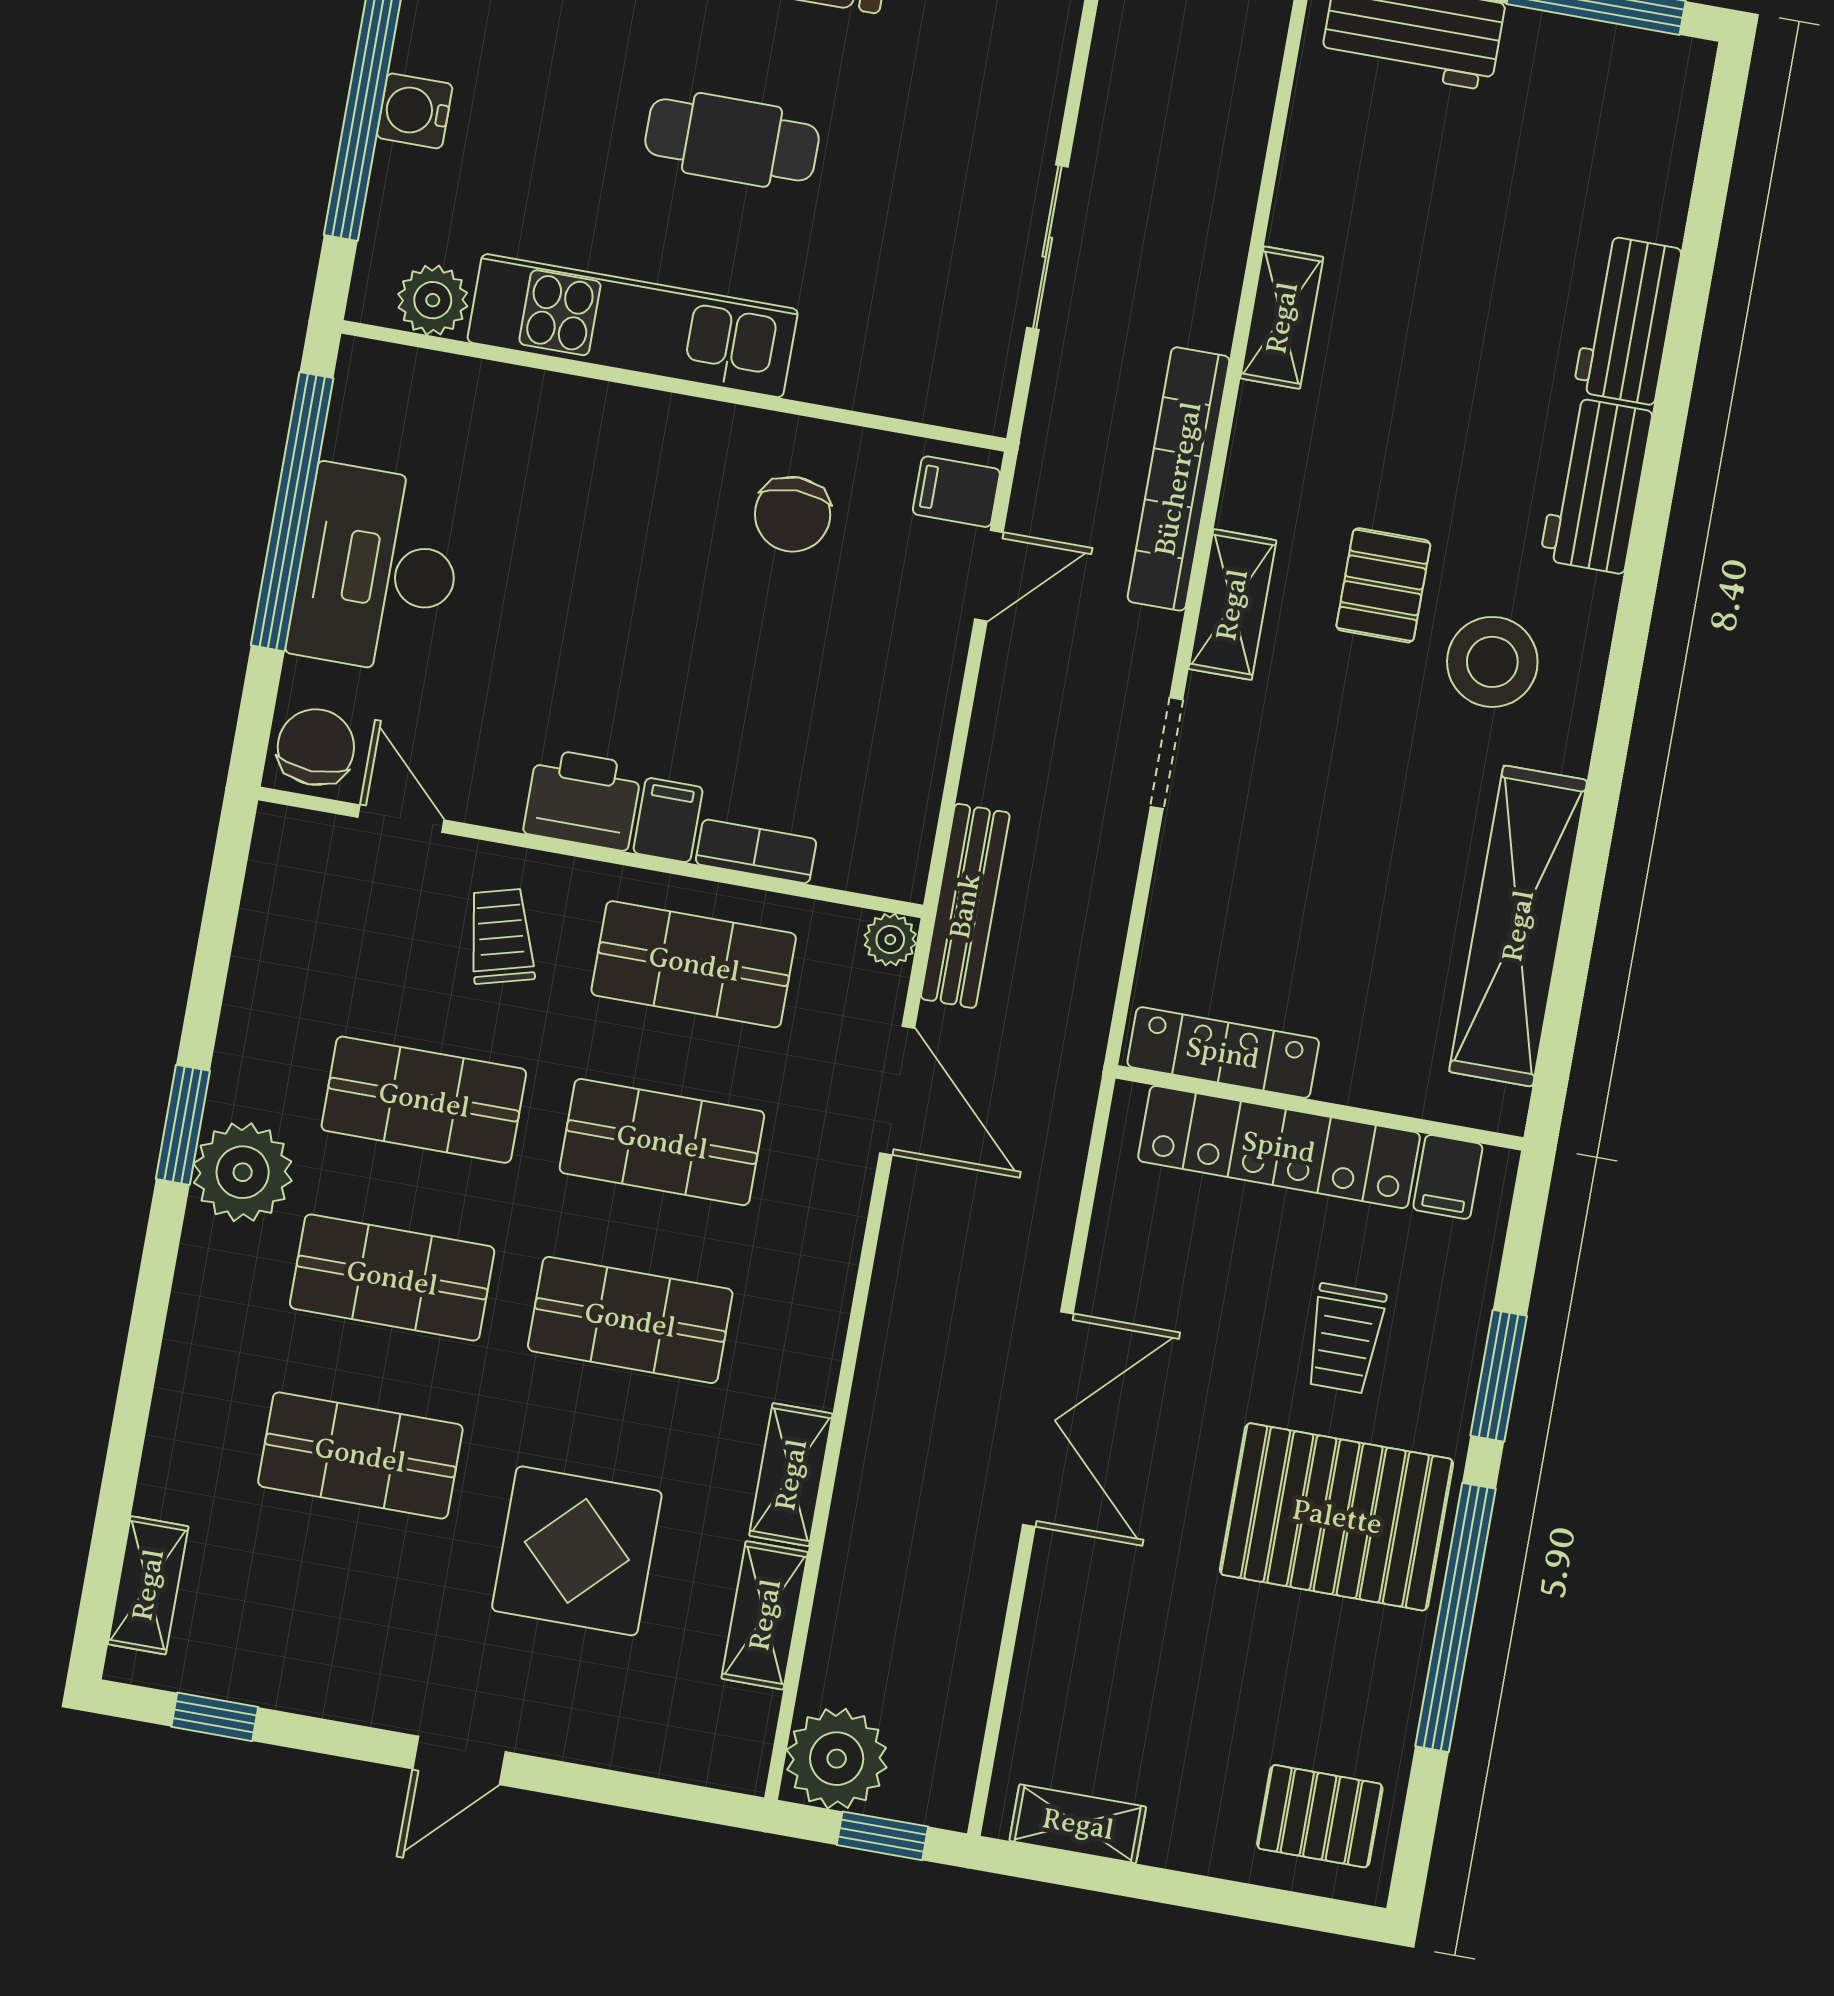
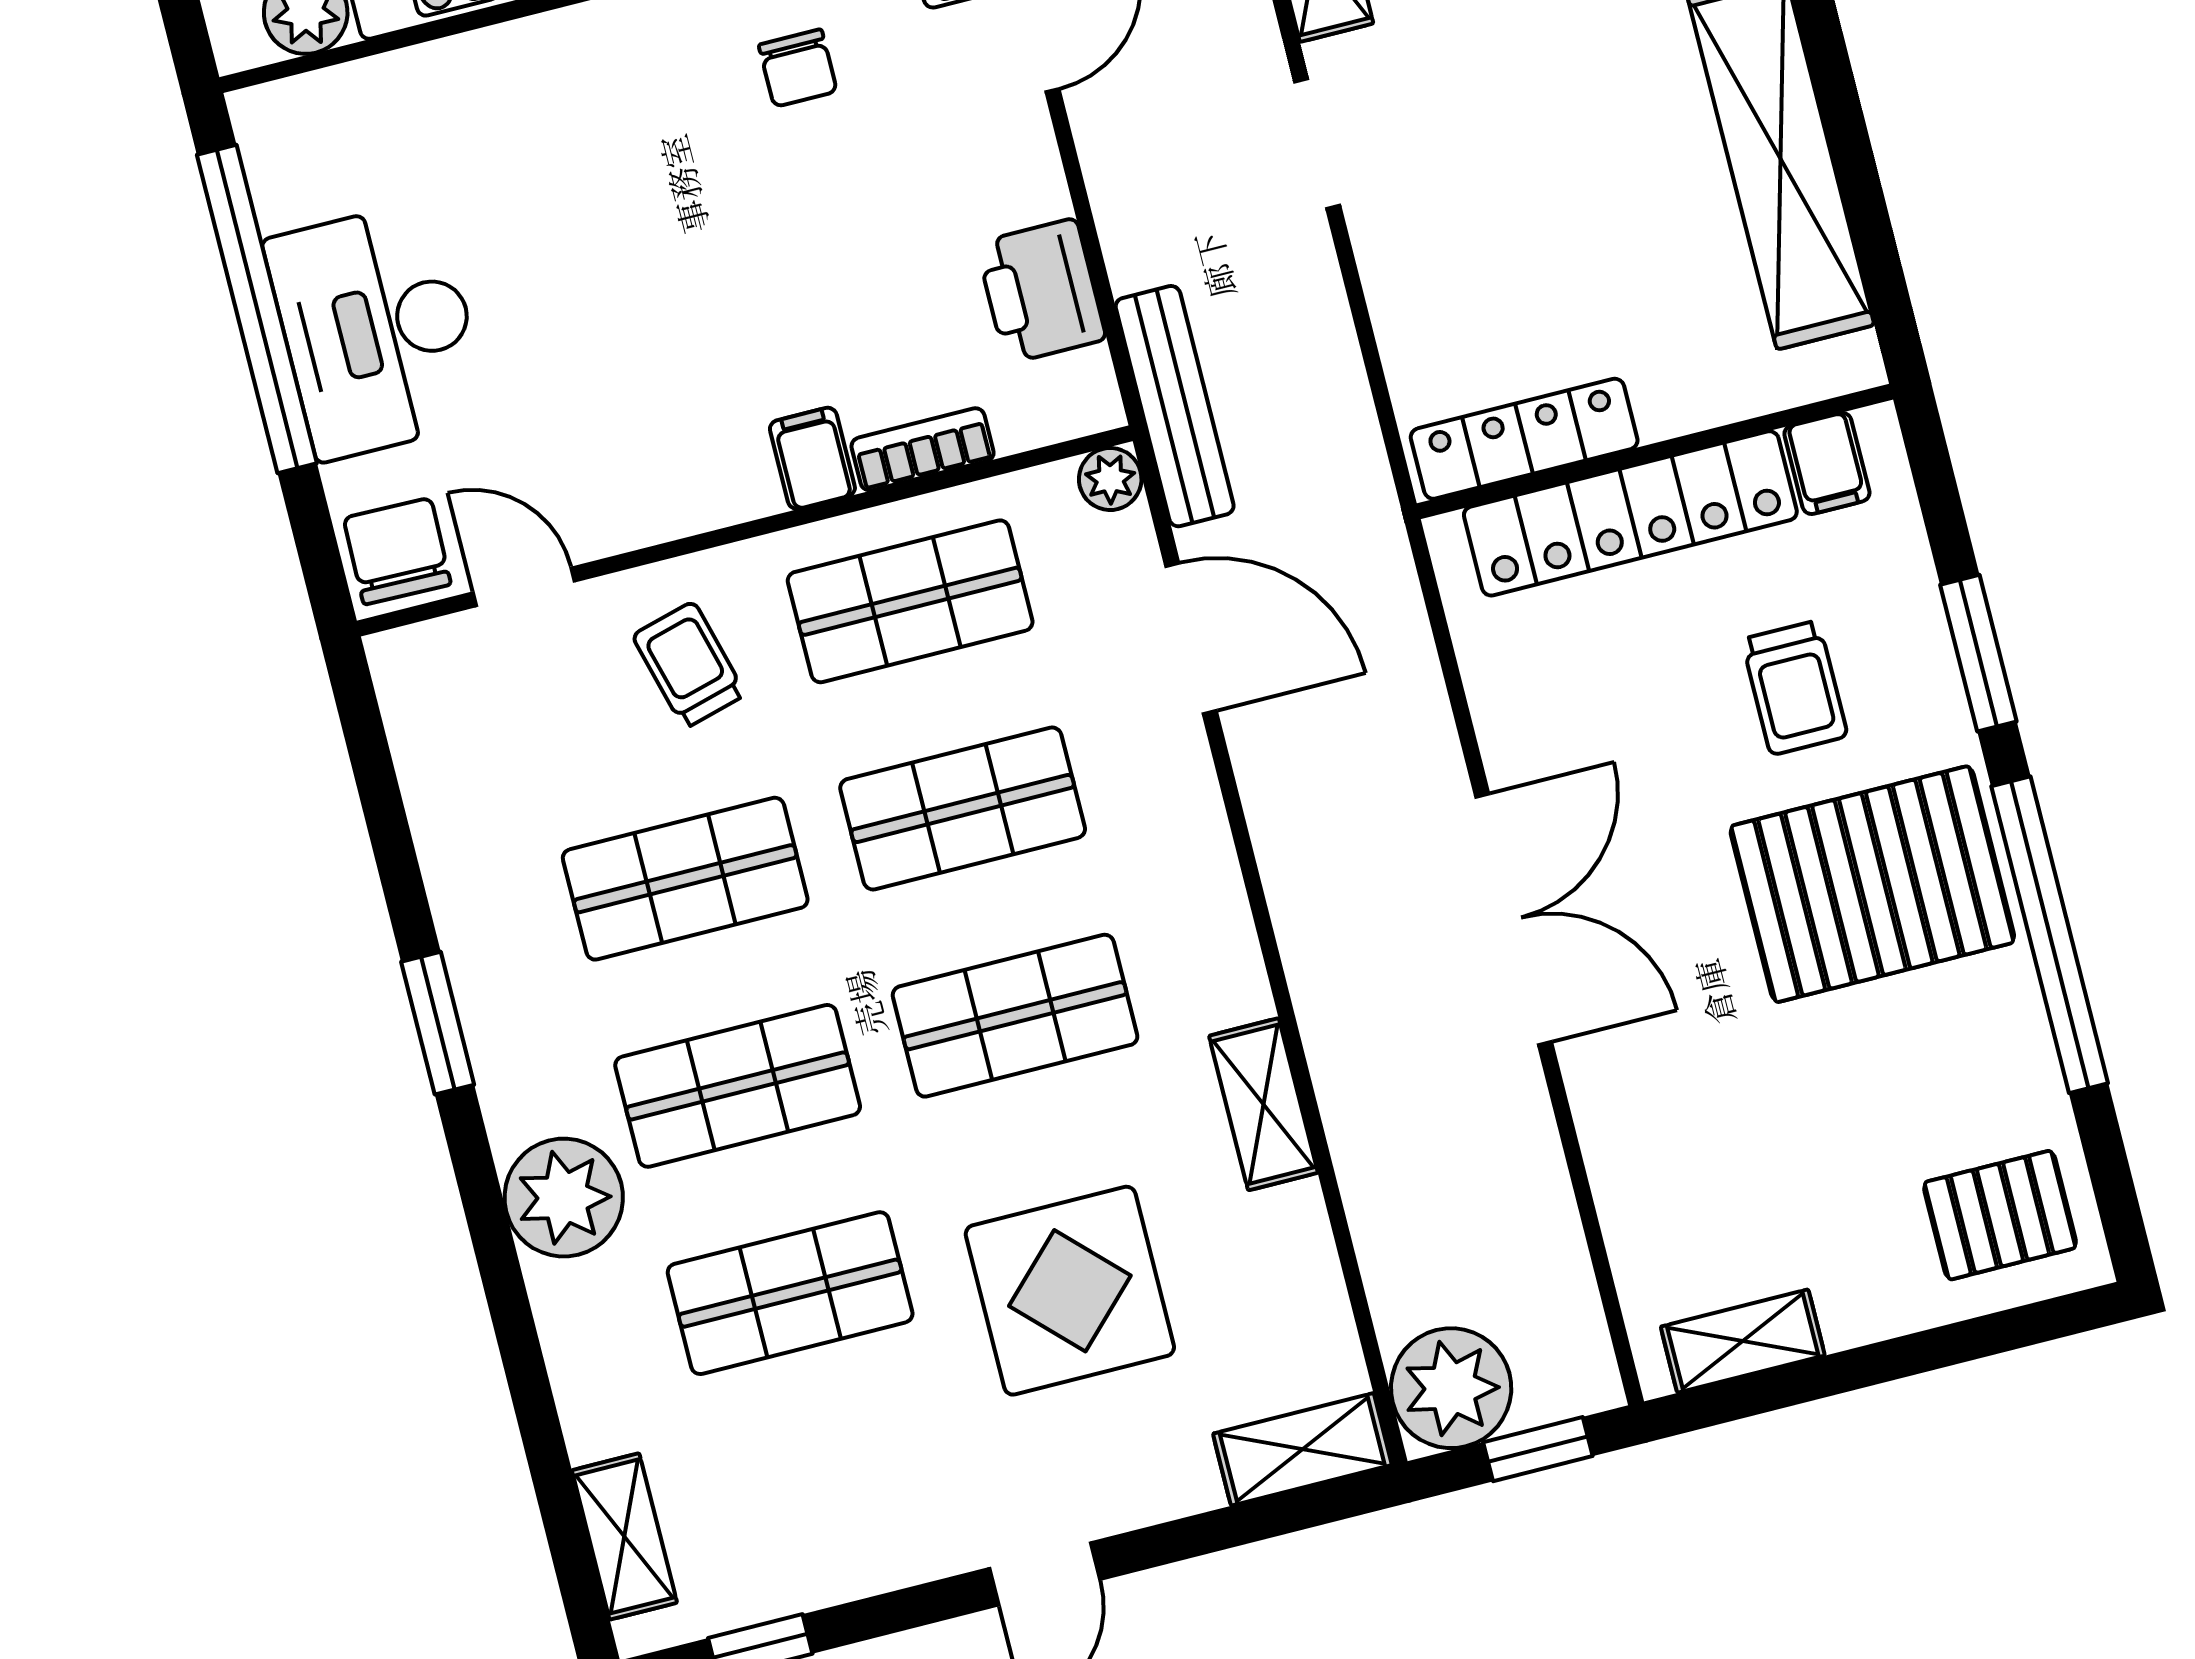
chair: (793, 514) -> (798, 68), width x0.73, depth x0.73
printer: (583, 799) -> (1041, 291), moved, turned -90
plant: (243, 1172) -> (564, 1198), moved
shelving: (765, 1615) -> (1302, 1449), moved, turned 90

